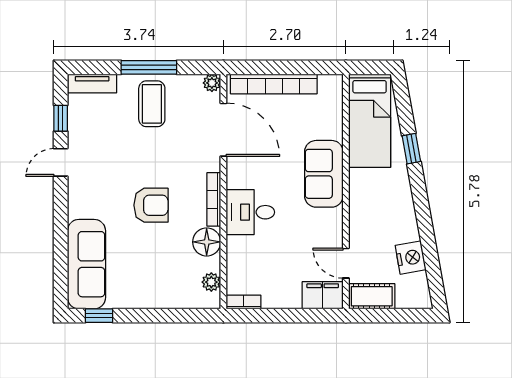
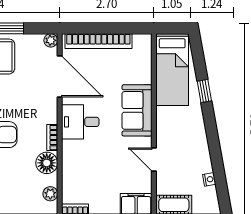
bookcase: (214, 199) -> (52, 138), width x0.64
desk: (250, 212) -> (80, 122), moved
nightstand: (411, 258) -> (209, 179), width x0.53, depth x0.56
door: (346, 263) -> (154, 159), moved

